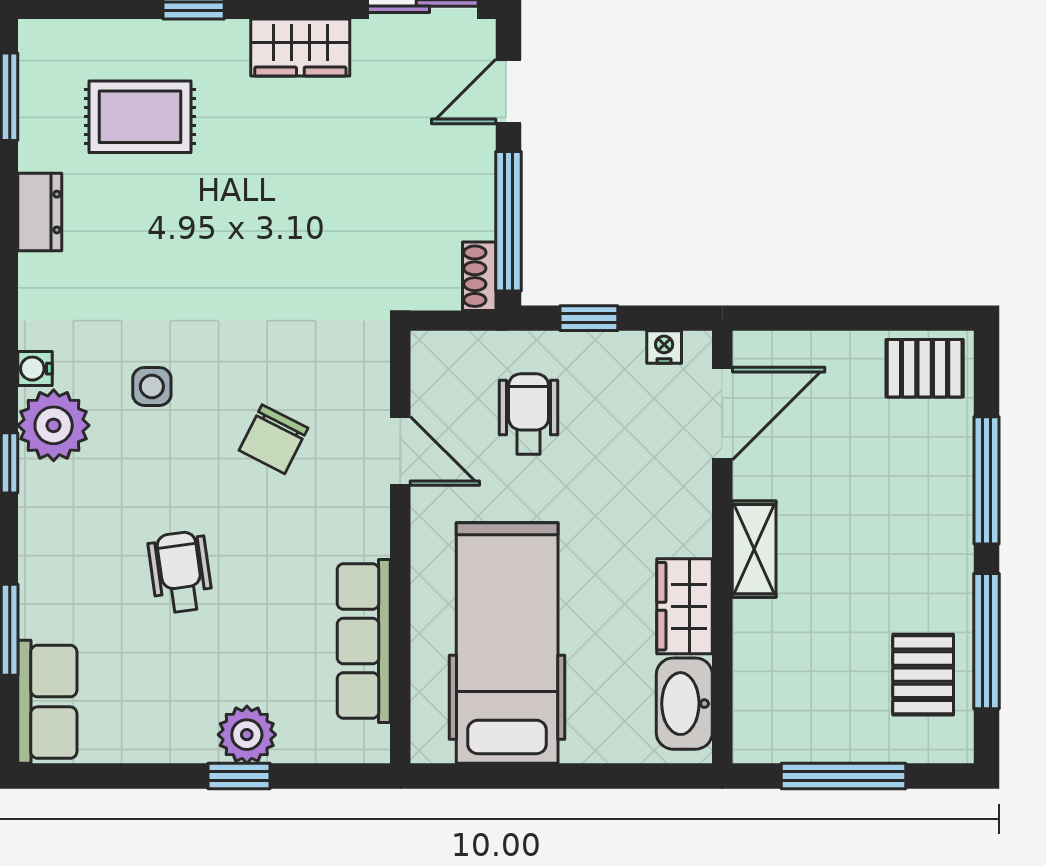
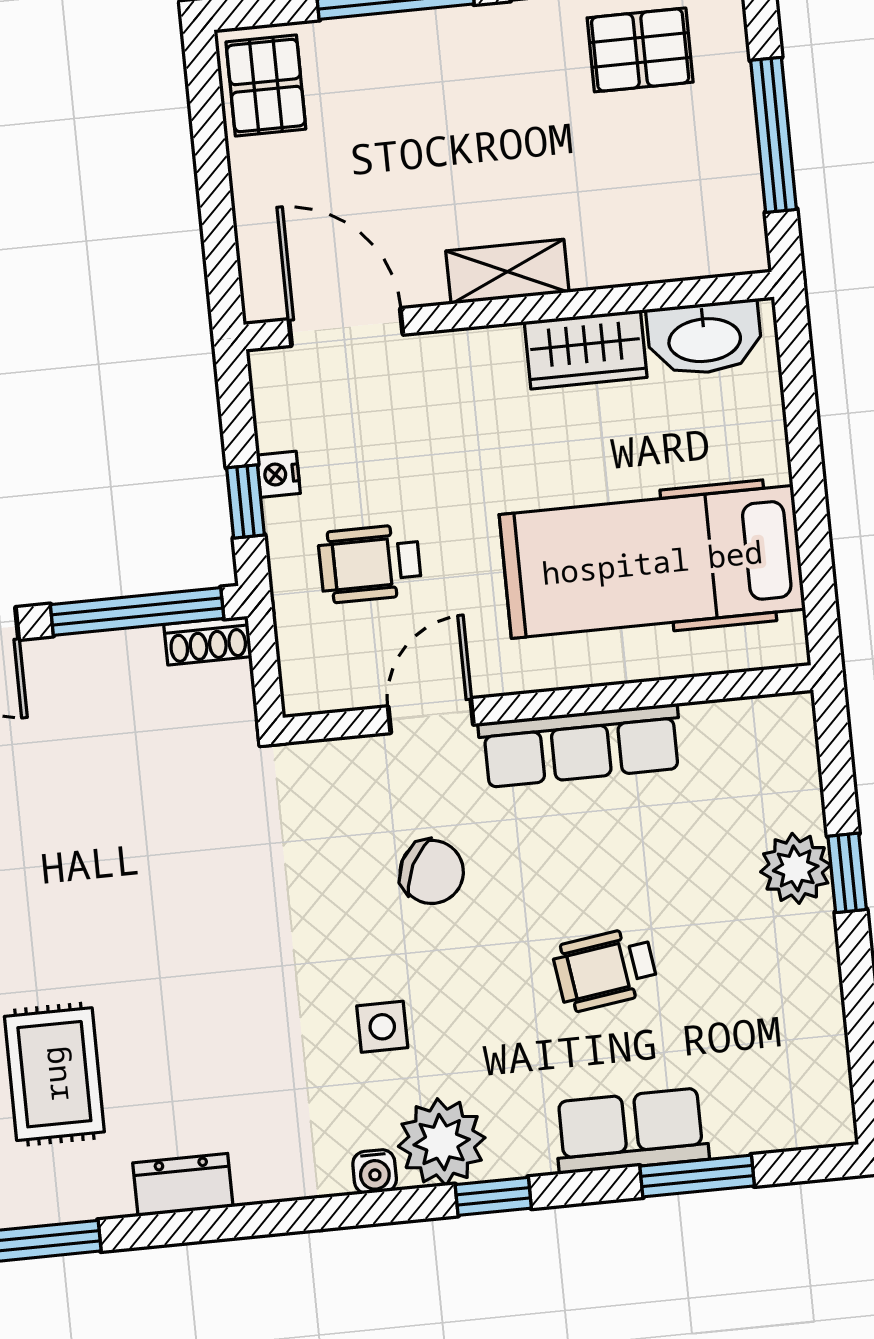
nightstand: (664, 347) -> (278, 474), moved
row of seats: (364, 641) -> (581, 746), moved
row of seats: (47, 702) -> (631, 1131), moved

